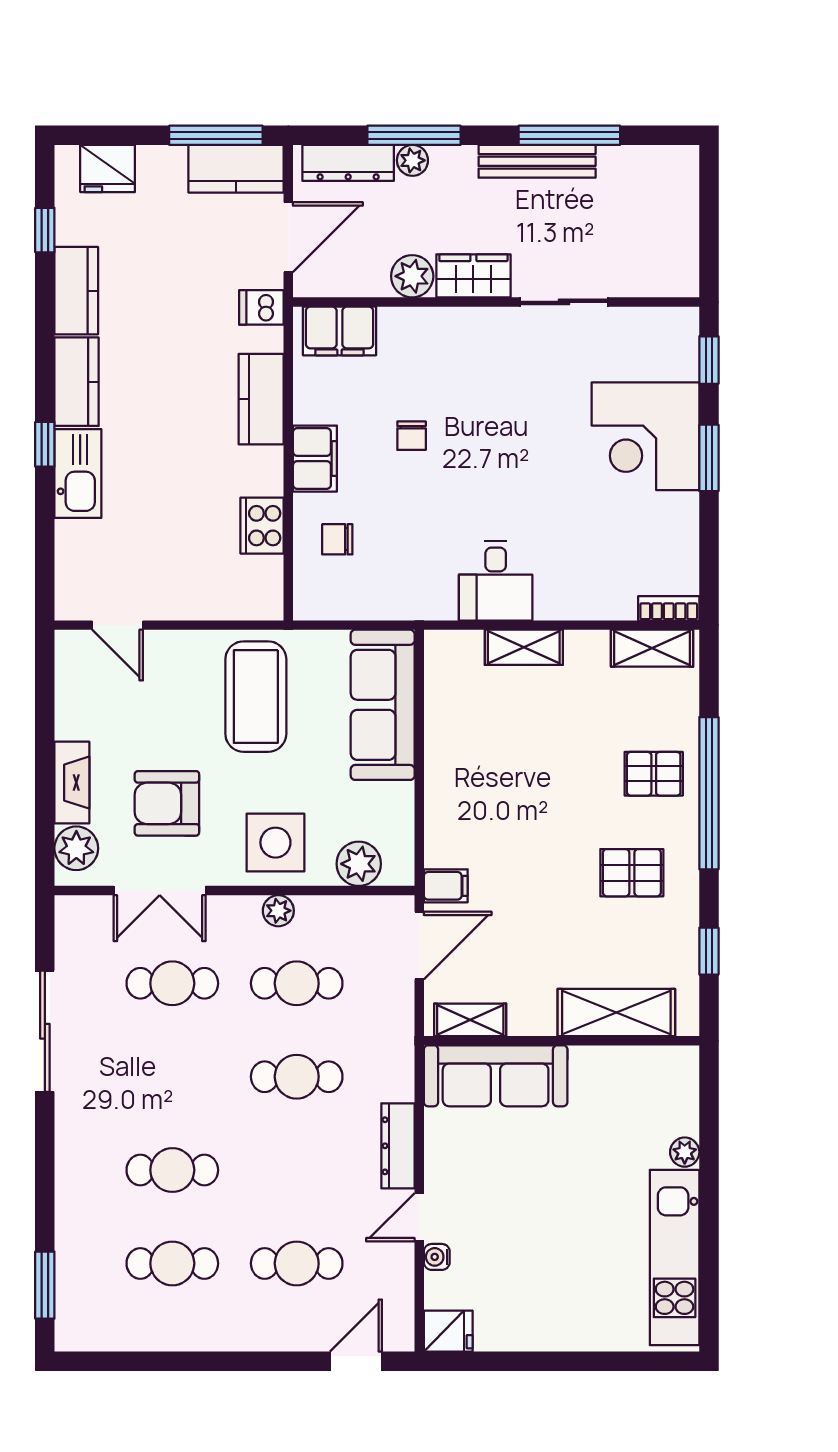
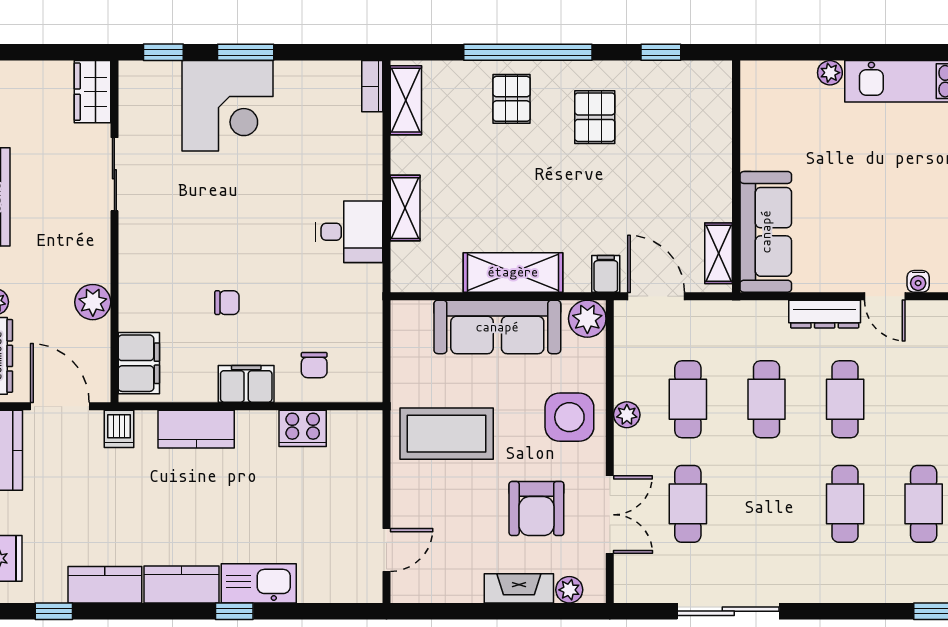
wardrobe: (473, 276) -> (92, 92), moved
sofa: (383, 705) -> (497, 327), moved
plant: (76, 848) -> (569, 590), width x0.73, depth x0.73
plant: (359, 864) -> (587, 319), moved
shelving: (616, 1012) -> (513, 272), moved, turned 90
cafe table: (297, 1263) -> (845, 399), moved

